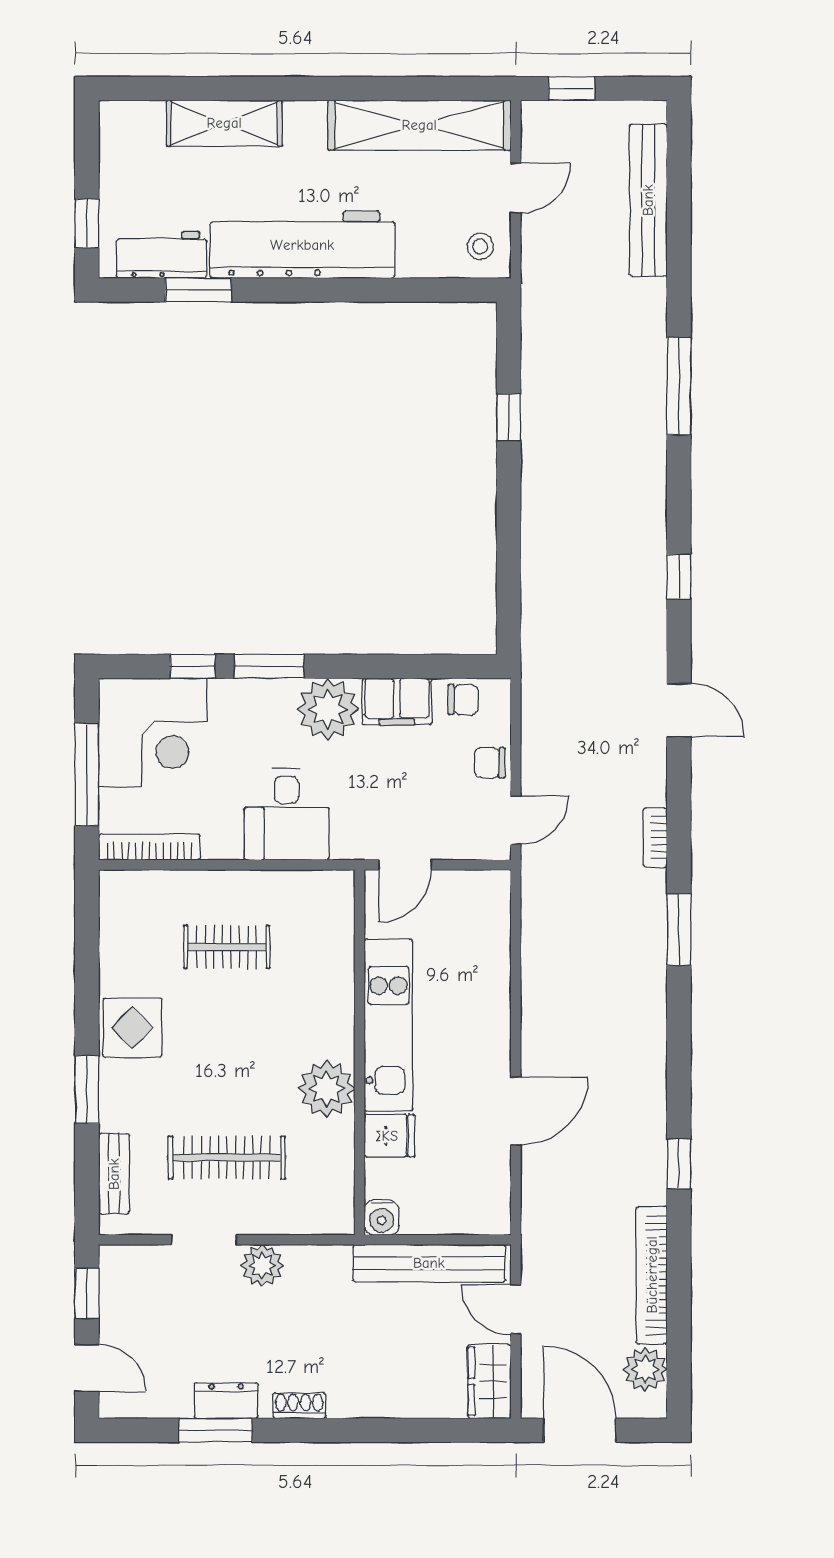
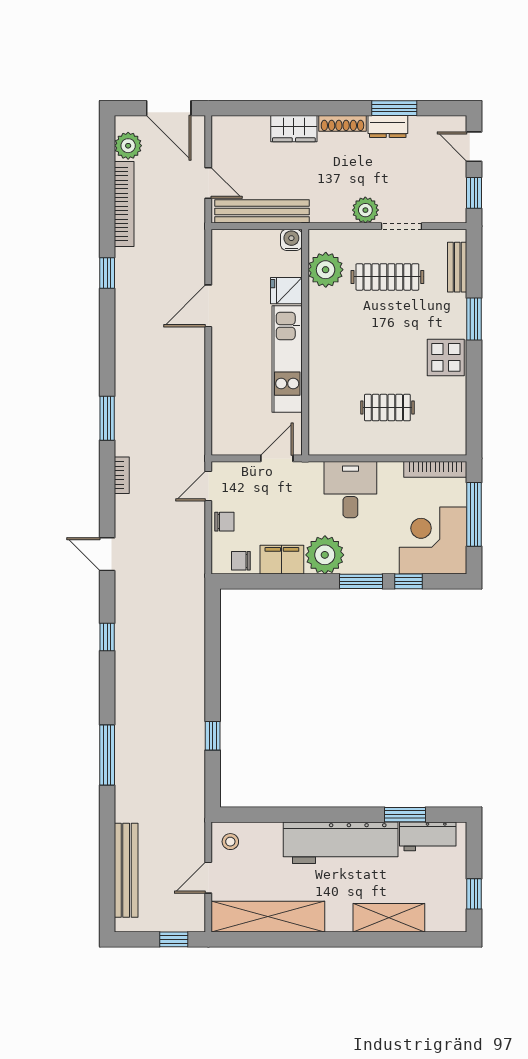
window: (87, 223) -> (474, 894), moved
plant: (327, 1089) -> (326, 270), moved
wardrobe: (489, 1381) -> (294, 129), moved, turned 90
shoe rack: (299, 1406) -> (342, 123), width x1.43

